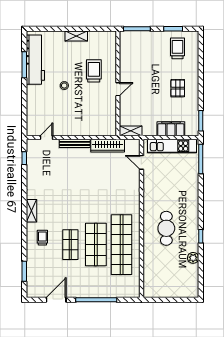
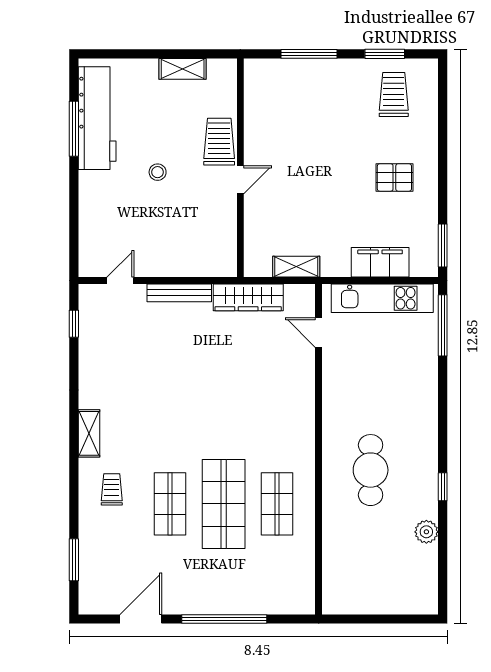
wall: (118, 83) -> (240, 168), moved
pallet: (178, 88) -> (394, 177), turned 90
door: (118, 89) -> (240, 180), moved
shop shelf: (122, 245) -> (277, 504), width x0.50, depth x0.74

